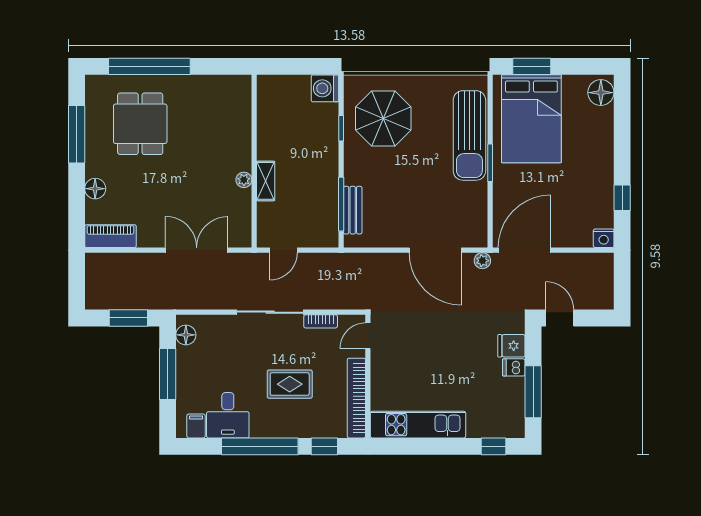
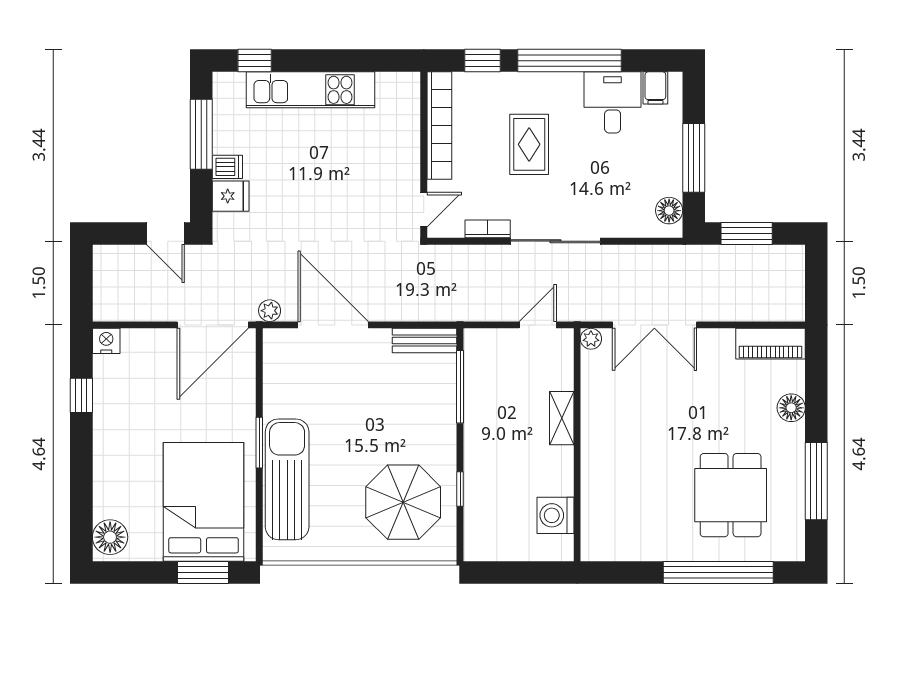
washing machine: (325, 88) -> (555, 515), moved, turned 180
plant: (244, 180) -> (591, 339), moved
bench: (353, 210) -> (424, 341), moved, turned 90
rug: (290, 384) -> (529, 144), turned 90
kitchen unit: (418, 425) -> (311, 90), moved

